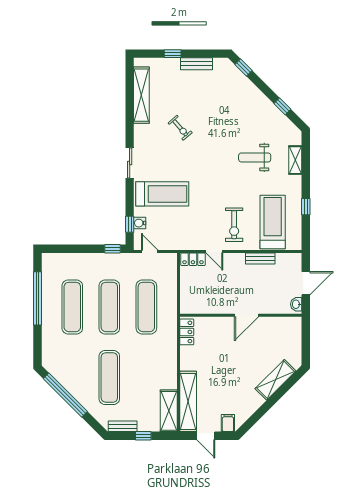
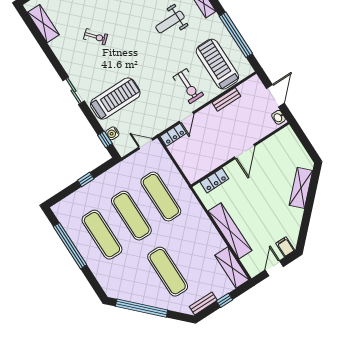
shelving: (141, 95) -> (43, 24), width x0.68
window: (306, 207) -> (236, 35), width x3.17
window: (113, 249) -> (86, 179), moved
door: (150, 251) -> (146, 144), moved
door: (214, 251) -> (186, 117), hinge flipped
locker: (187, 332) -> (214, 180), moved, turned 90
shelving: (188, 401) -> (230, 231), moved
door: (206, 436) -> (274, 268), swing flipped

